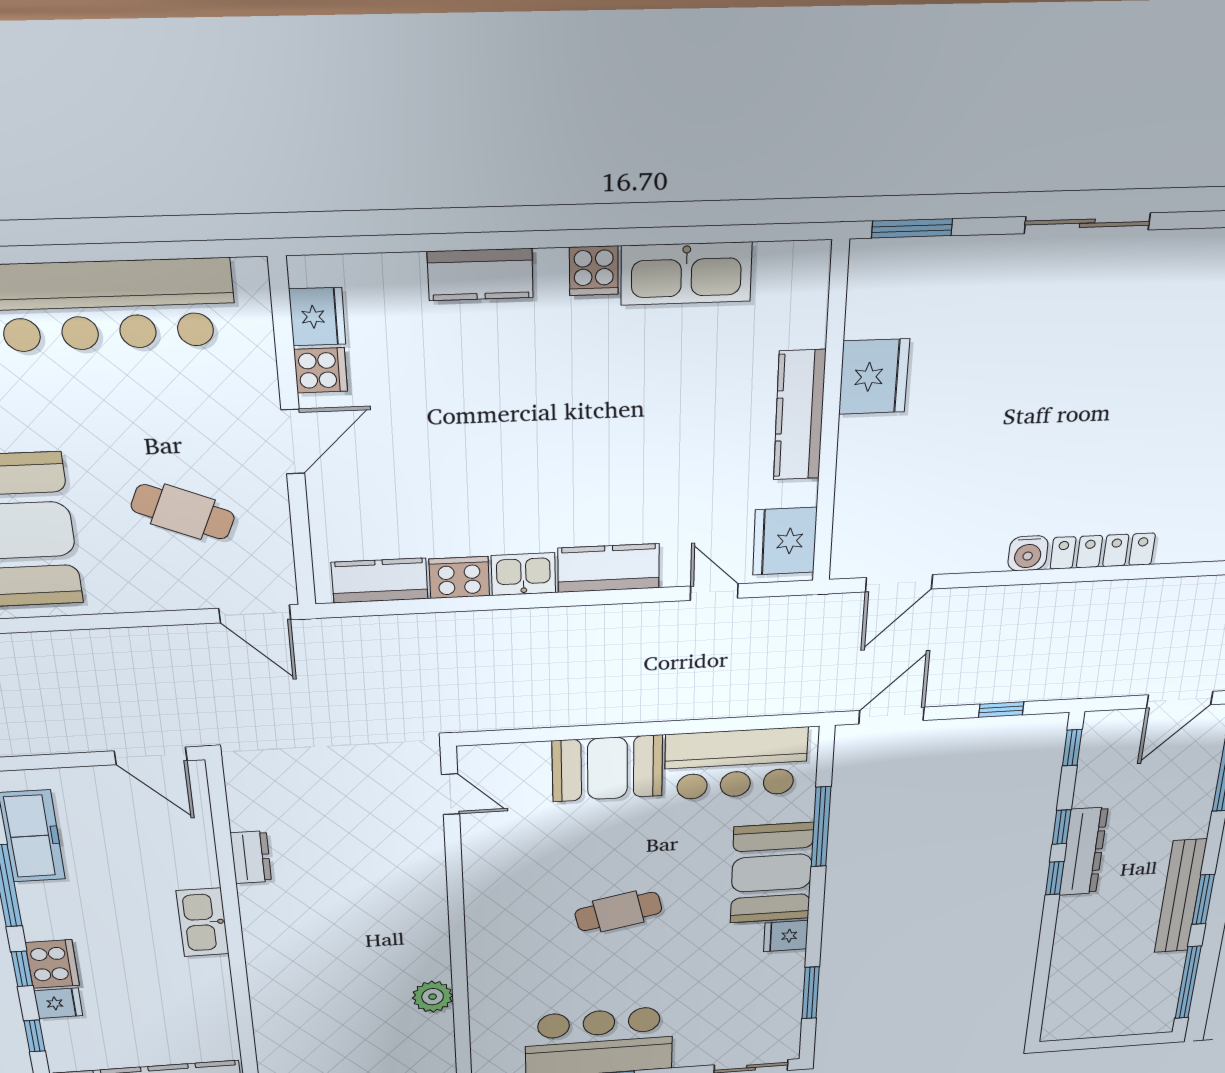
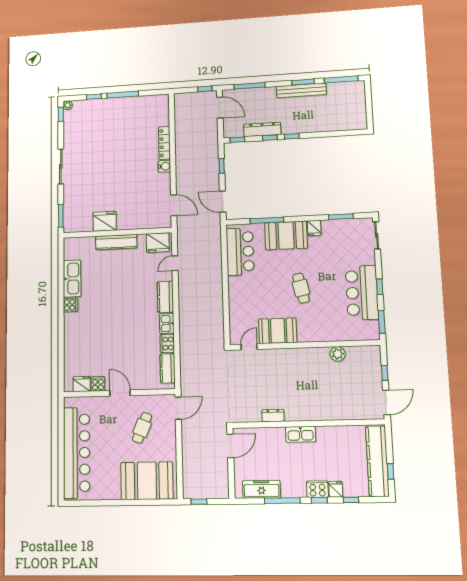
kitchen counter: (480, 275) -> (71, 337), removed
booth: (607, 768) -> (278, 331), moved, turned 90
dresser: (1083, 852) -> (262, 129), moved

